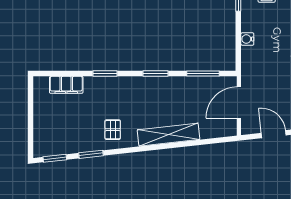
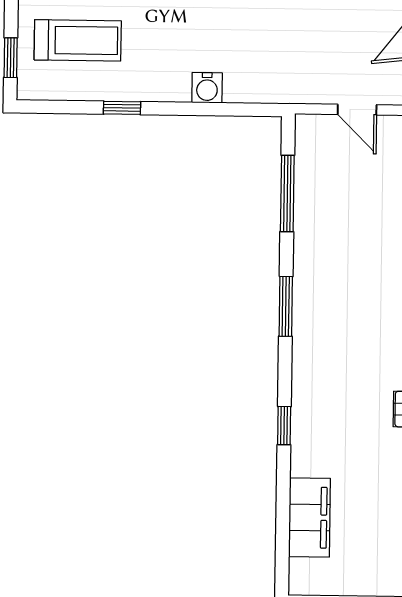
window: (105, 74) -> (284, 426), width x0.67
door: (239, 103) -> (357, 110), width x0.53

